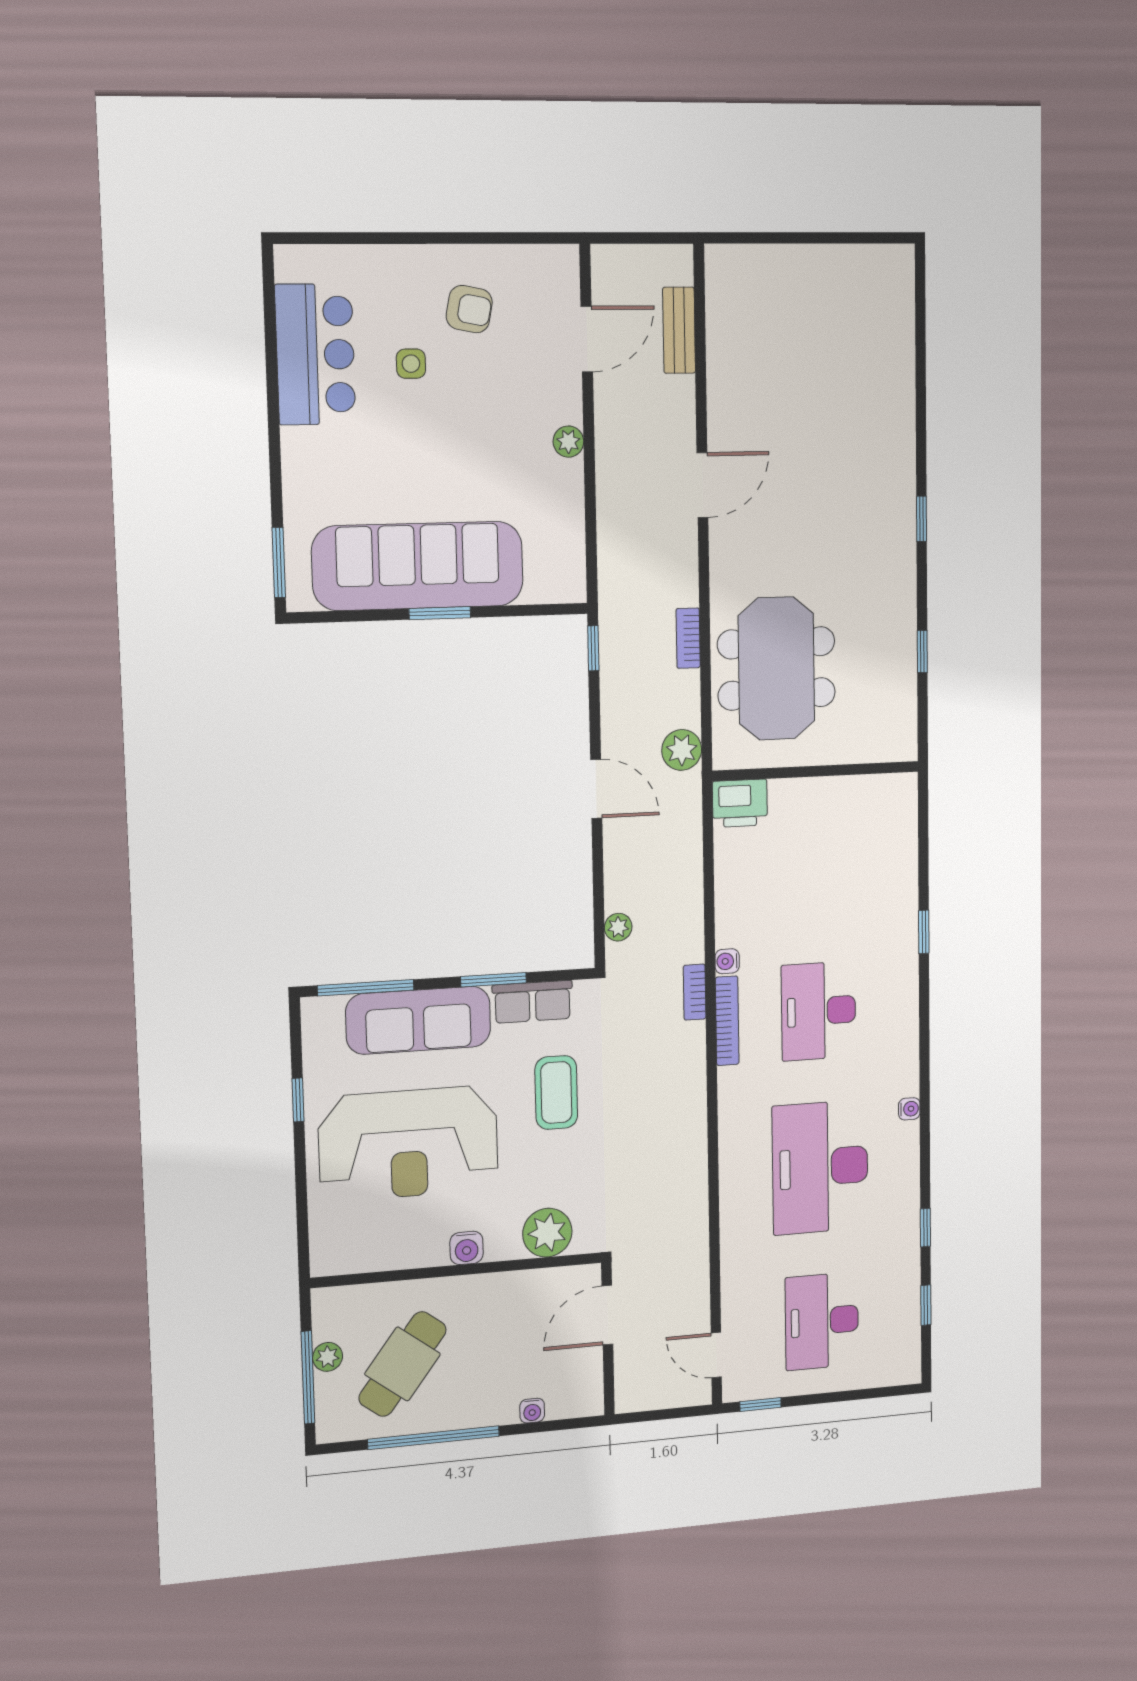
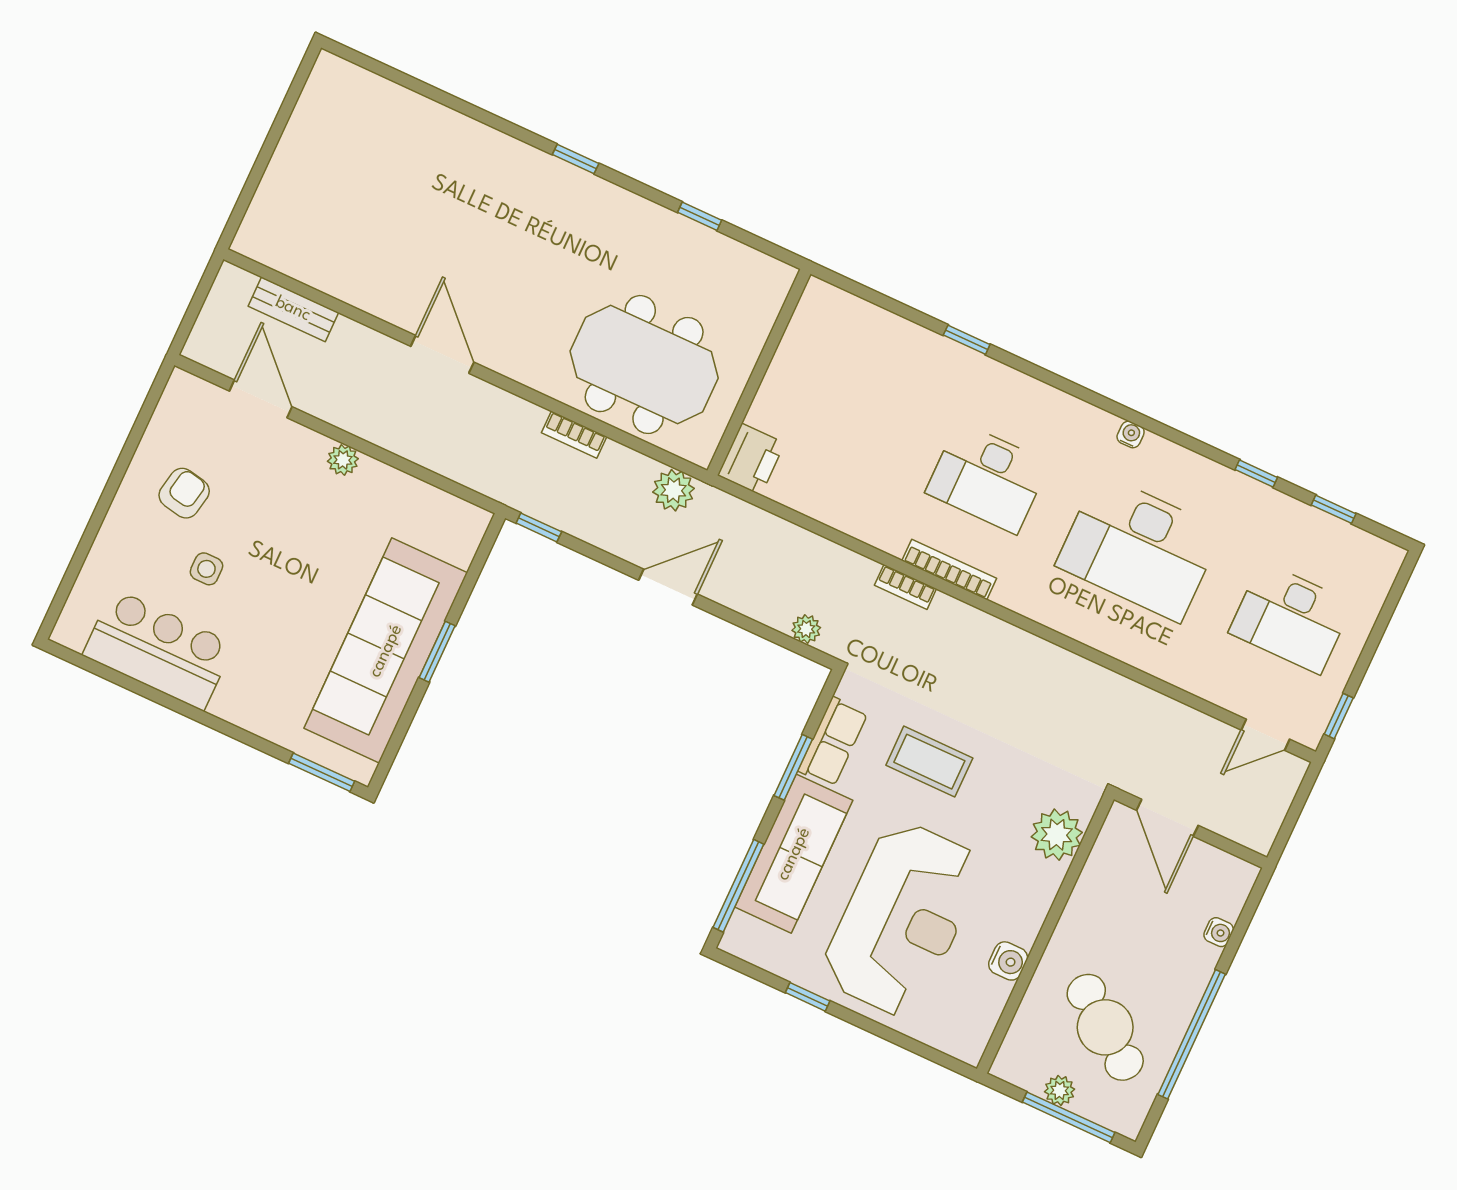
water cooler: (727, 961) -> (893, 542), removed
water cooler: (467, 1248) -> (1008, 961), moved

